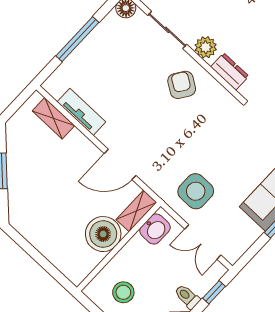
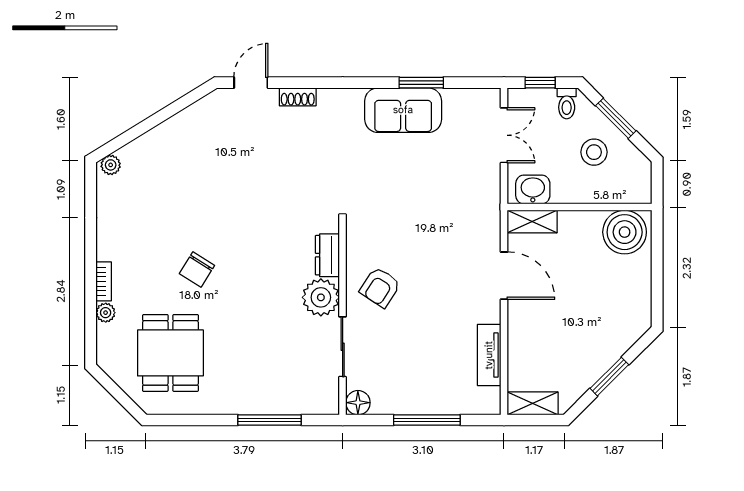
plant: (206, 47) -> (321, 297), width x1.36, depth x1.36
shelving: (53, 118) -> (533, 403), moved, turned 90
side table: (196, 191) -> (464, 185), removed
boiler: (103, 234) -> (625, 232), moved
stool: (123, 292) -> (594, 152), moved

